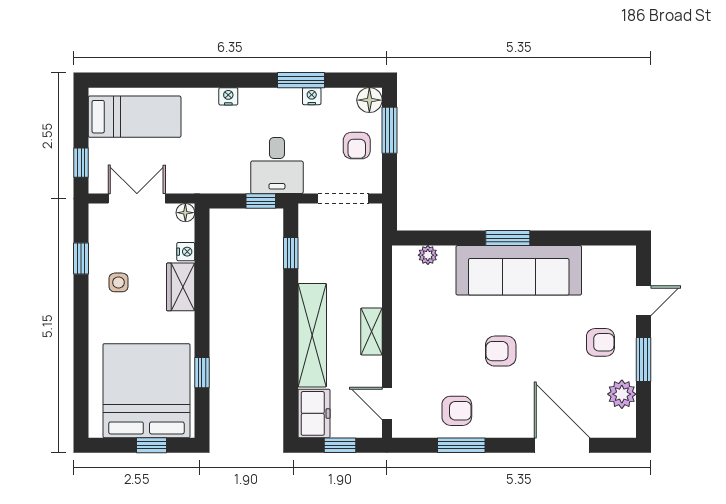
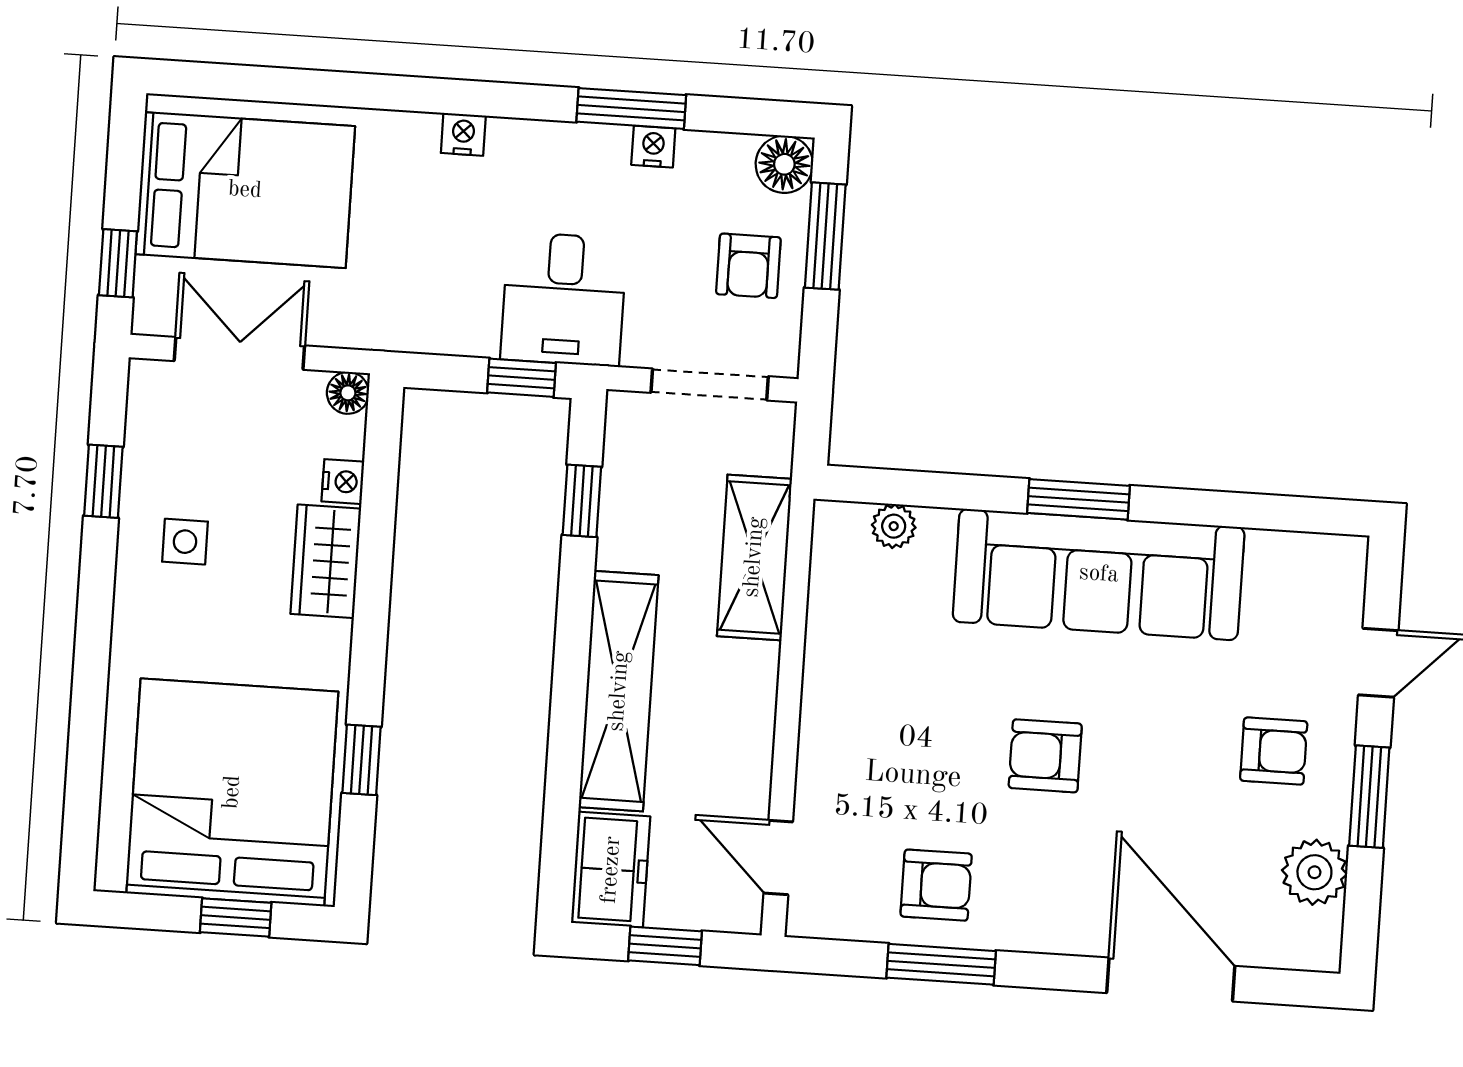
bed: (135, 117) -> (245, 190), width x1.50
shelving: (371, 332) -> (754, 557), moved, width x1.50, depth x1.33

